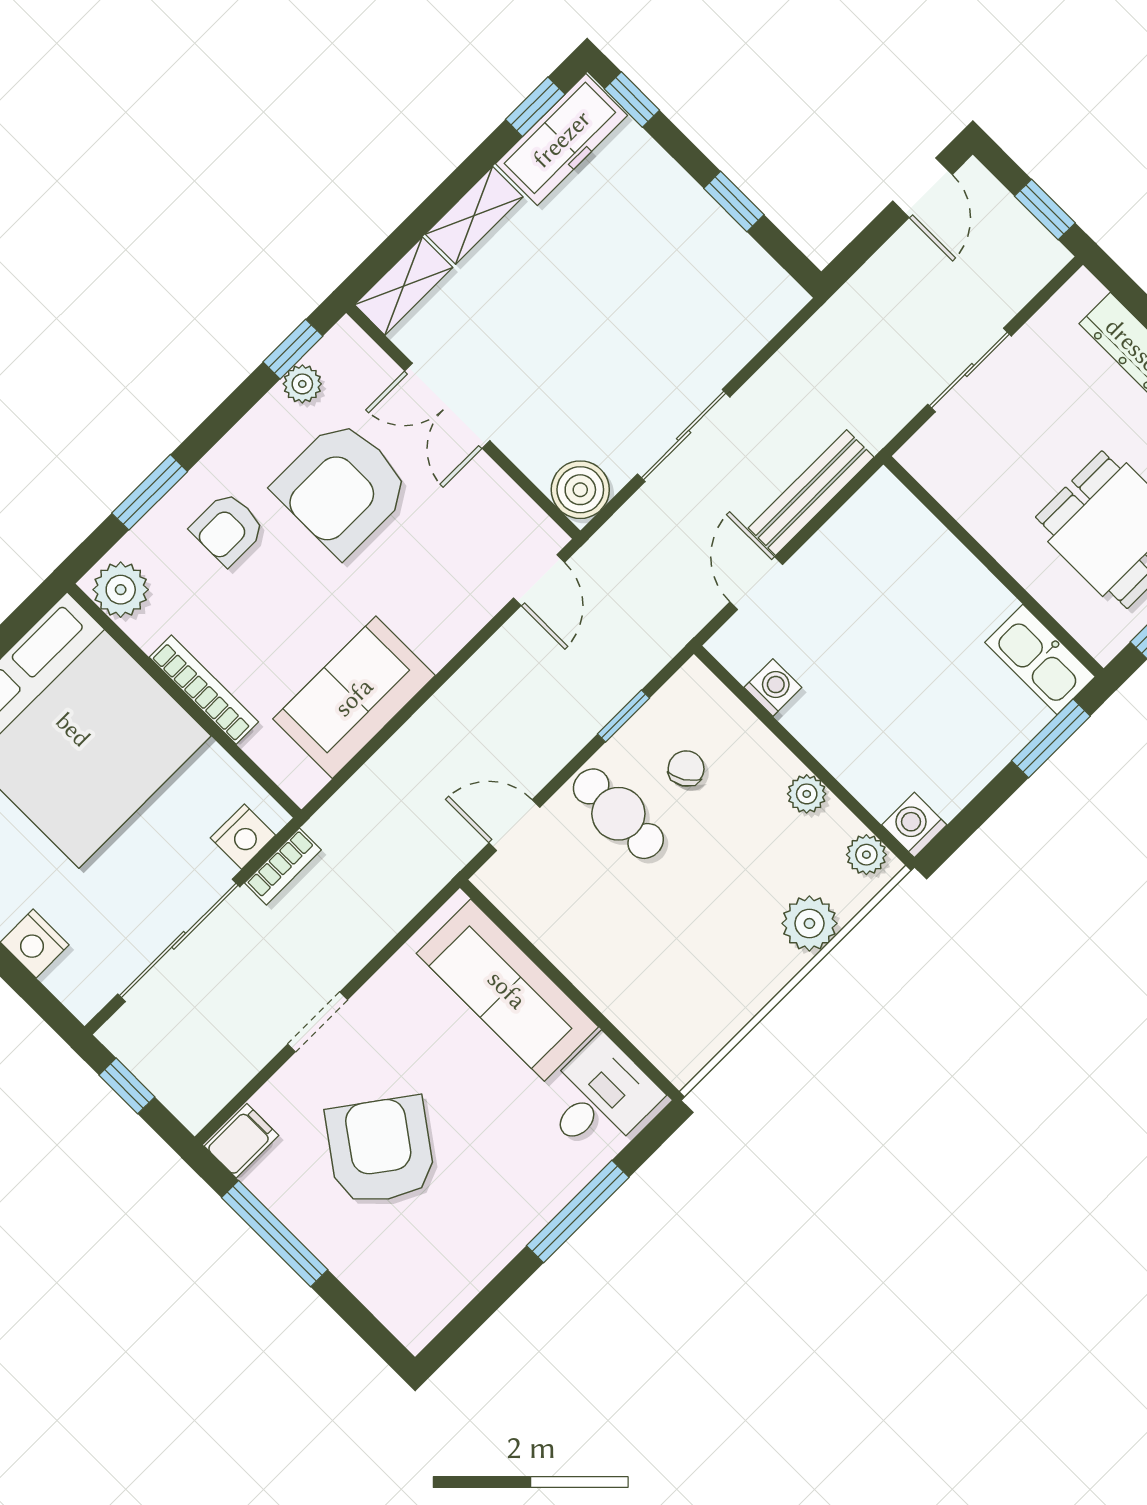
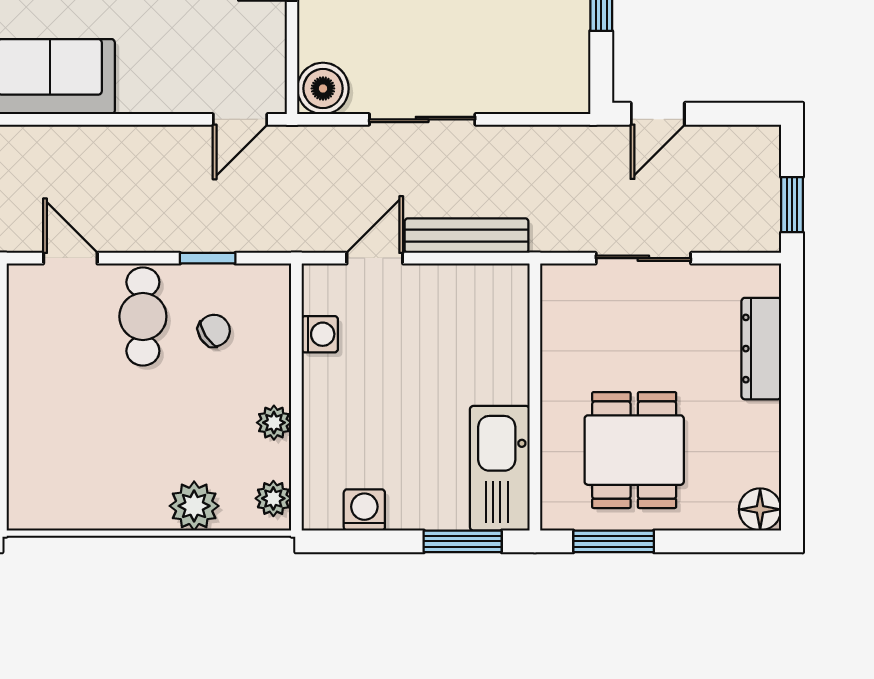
door: (922, 188) -> (658, 114), moved
kitchen sink: (1040, 659) -> (500, 468), width x1.36, depth x1.24
washing machine: (914, 825) -> (364, 510), moved

